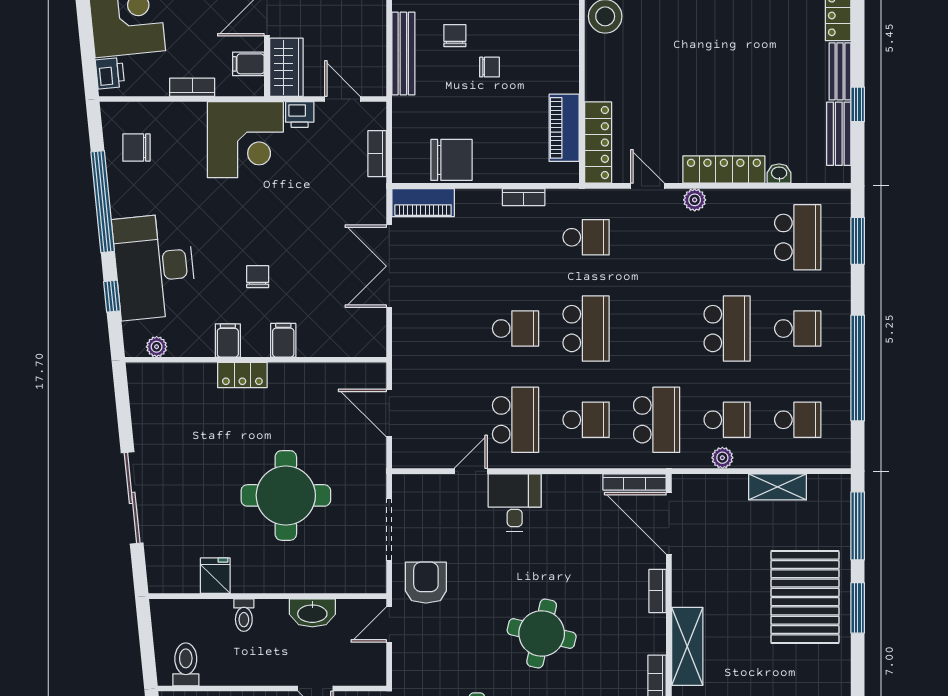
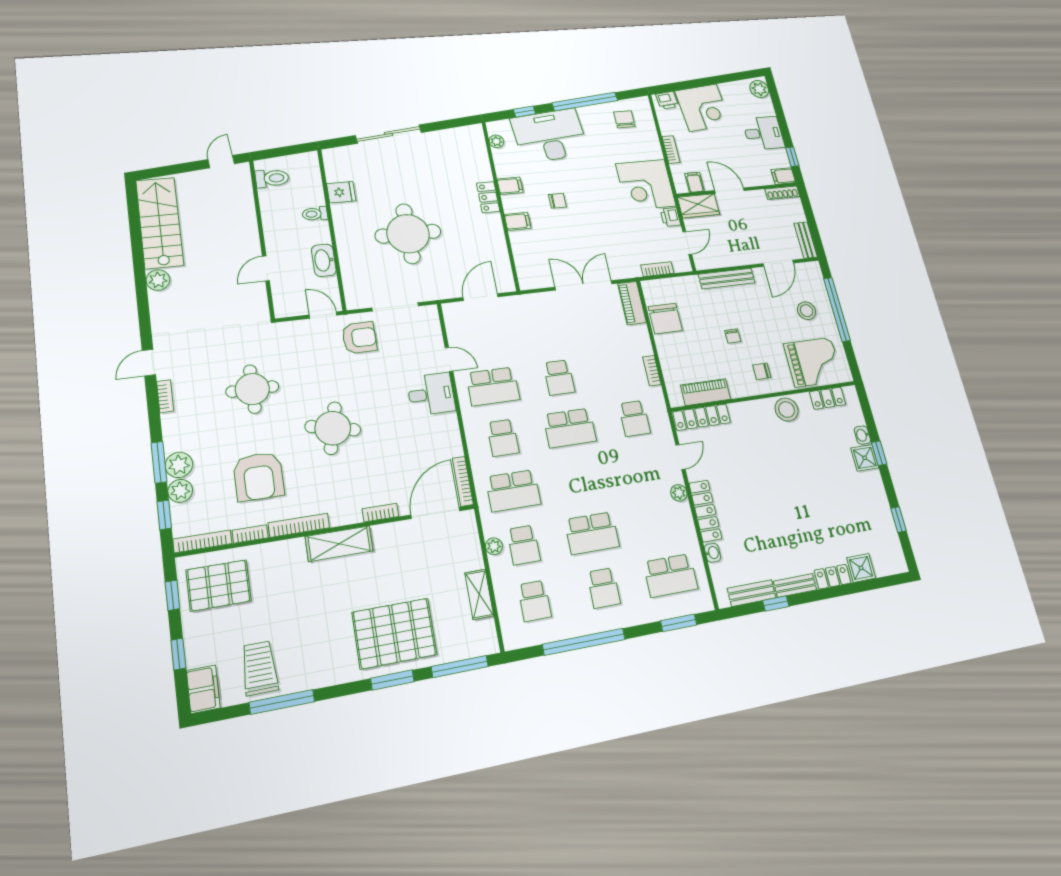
chair: (455, 36) -> (762, 371), moved, turned 180

